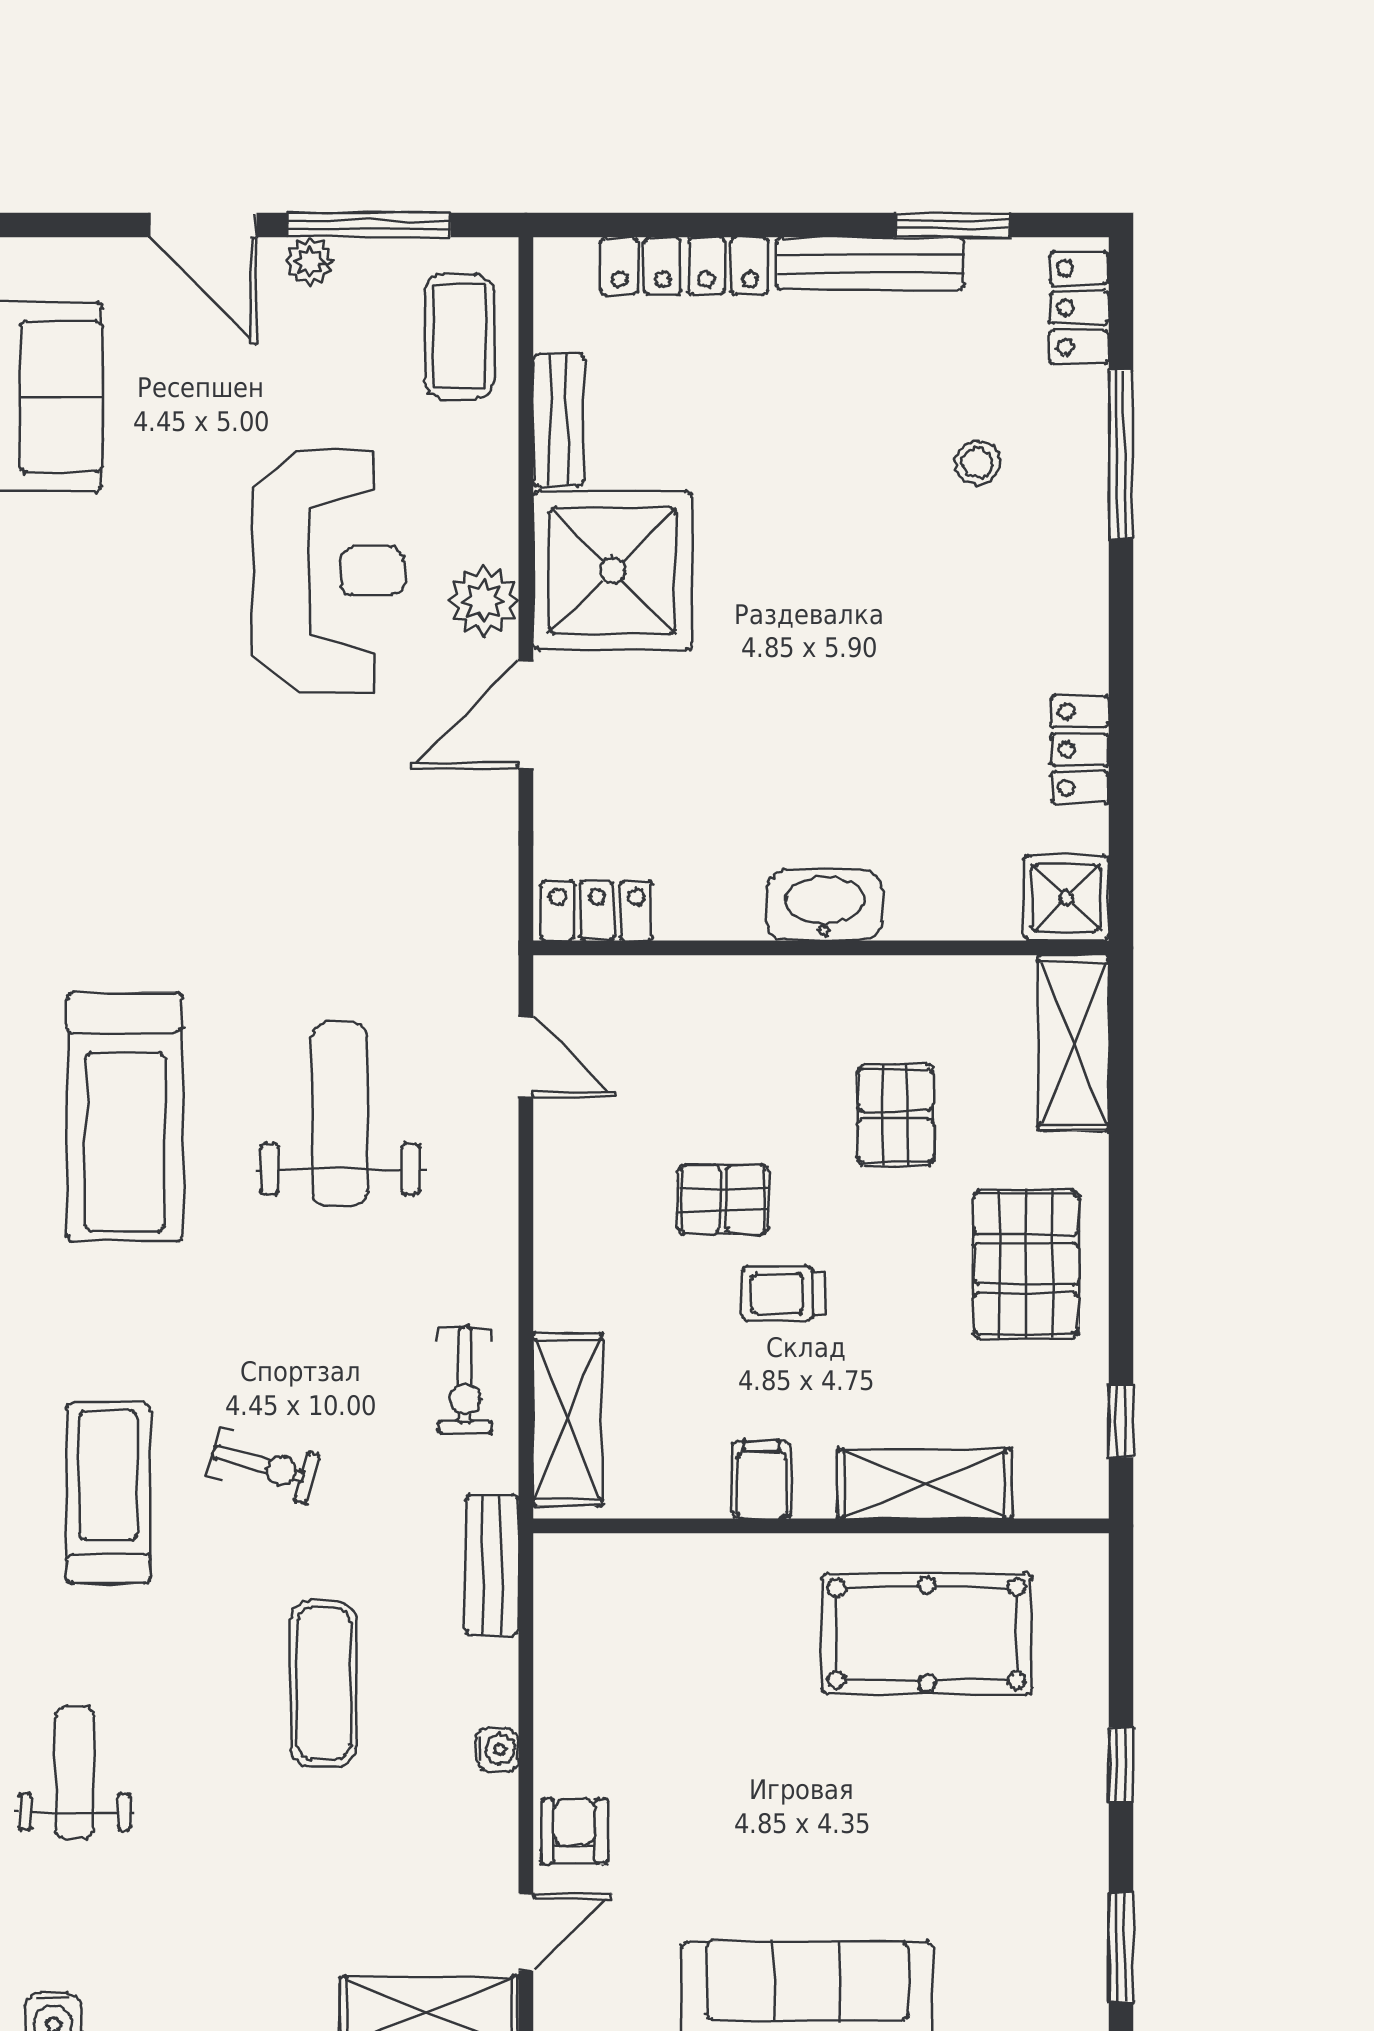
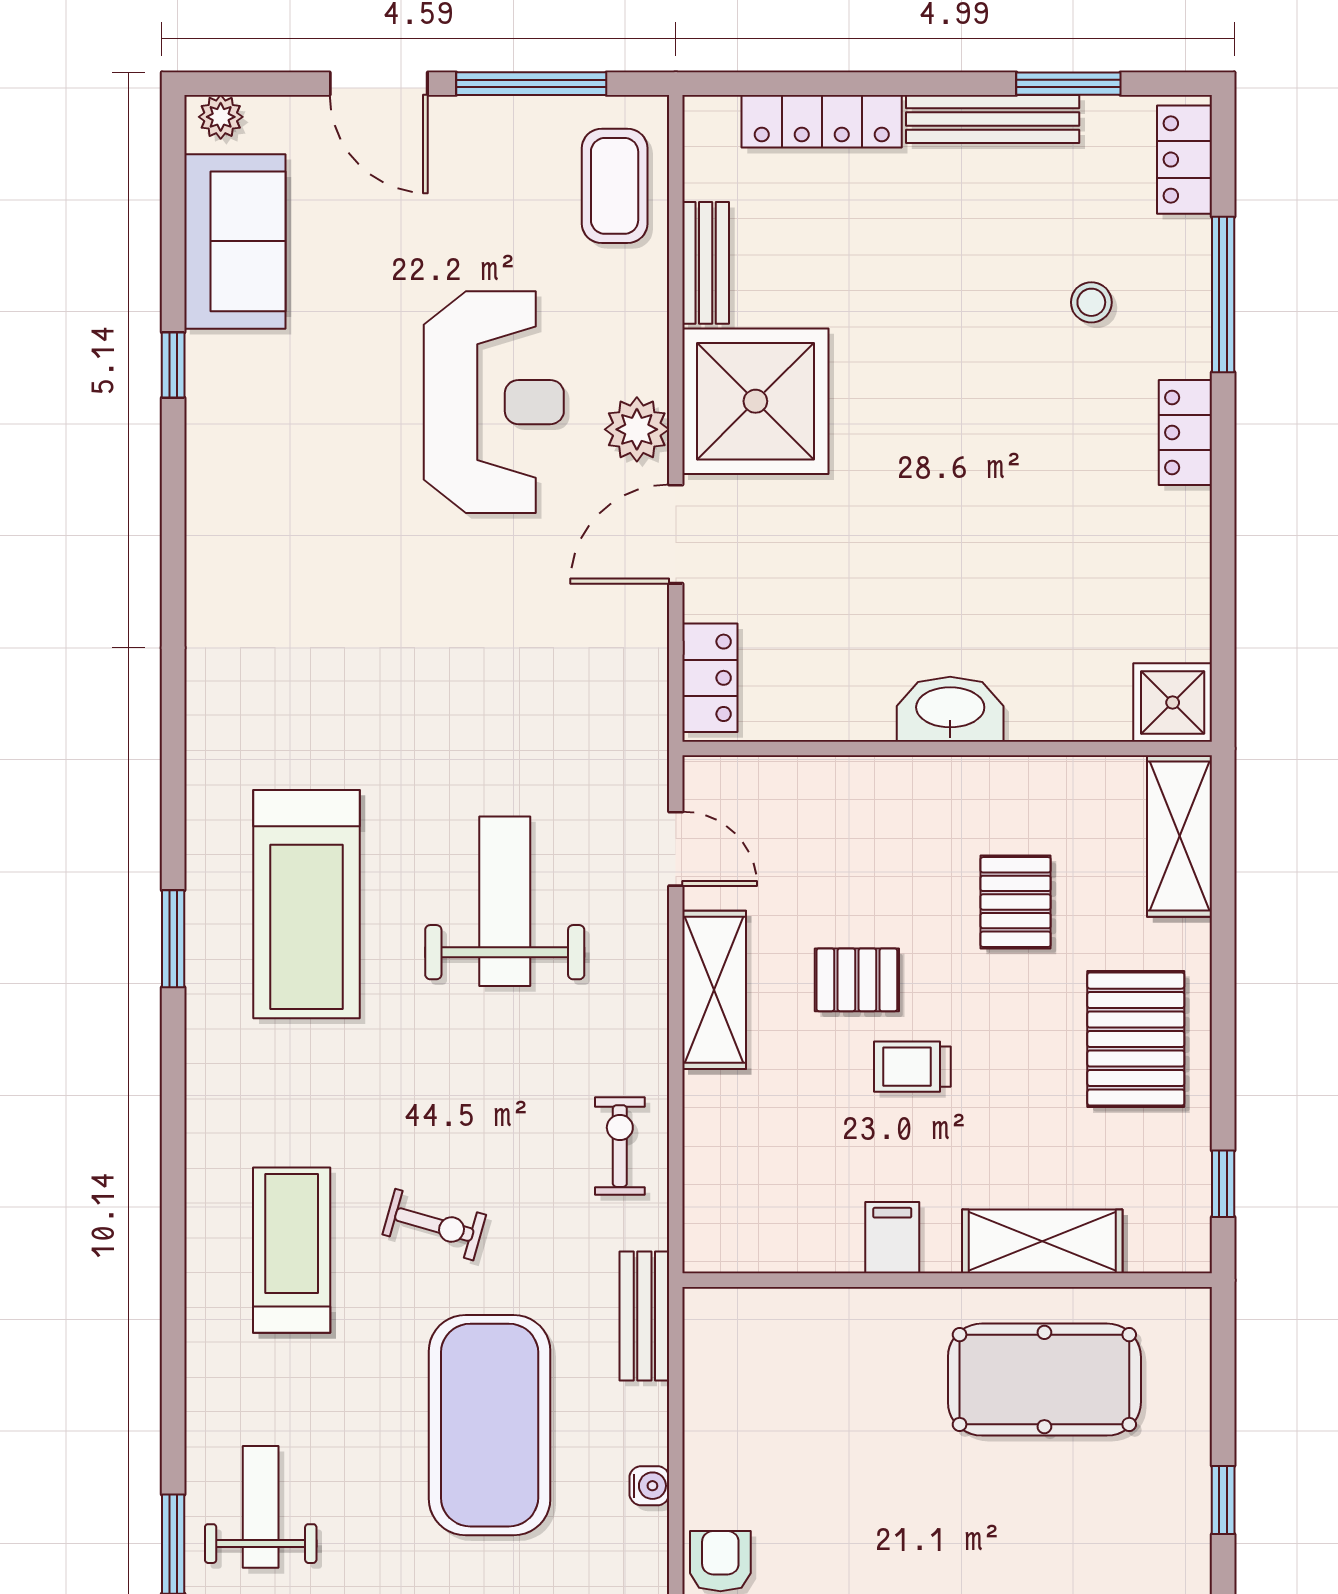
plant: (310, 261) -> (221, 117), moved
locker: (1080, 750) -> (1185, 433), moved
locker: (597, 911) -> (710, 678), moved, turned 90
exercise bike: (465, 1380) -> (620, 1146), turned 180
shelving: (568, 1419) -> (714, 990), moved
exercise mat: (324, 1683) -> (490, 1425), width x2.00, depth x1.45

